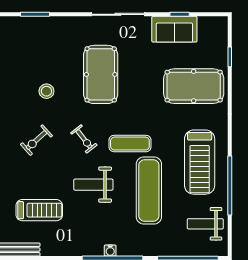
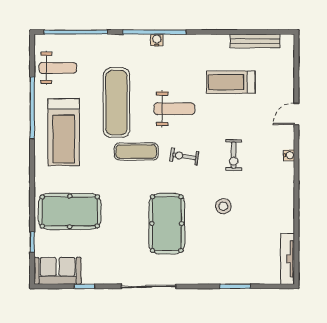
sofa: (174, 29) -> (58, 271), moved
exercise bike: (84, 139) -> (184, 156), turned -43
exercise bike: (36, 140) -> (234, 155), turned 132
treadmill: (200, 162) -> (64, 132), turned 180

